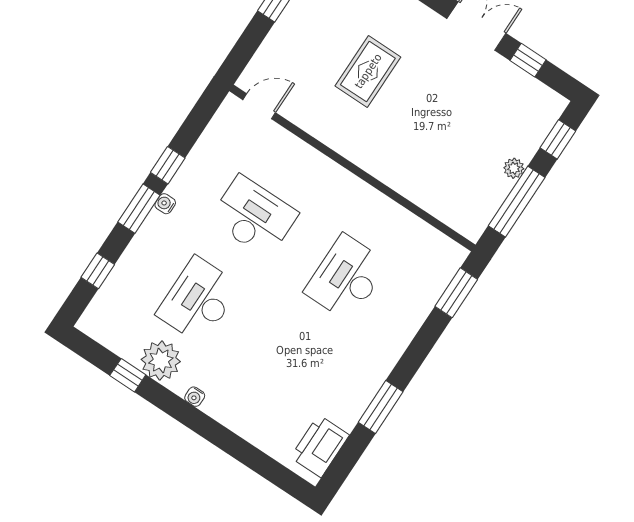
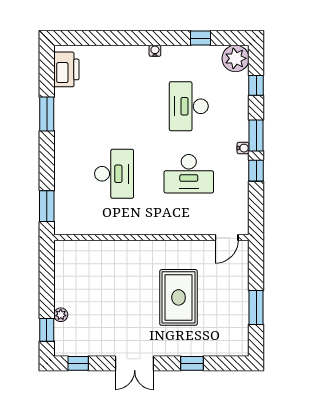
window: (528, 60) -> (78, 363), moved
rug: (368, 71) -> (179, 297), width x1.36, depth x1.43
plant: (514, 168) -> (61, 315), moved
window: (517, 202) -> (47, 280), removed
desk: (198, 300) -> (189, 106), turned 180
plant: (161, 360) -> (236, 58), moved

